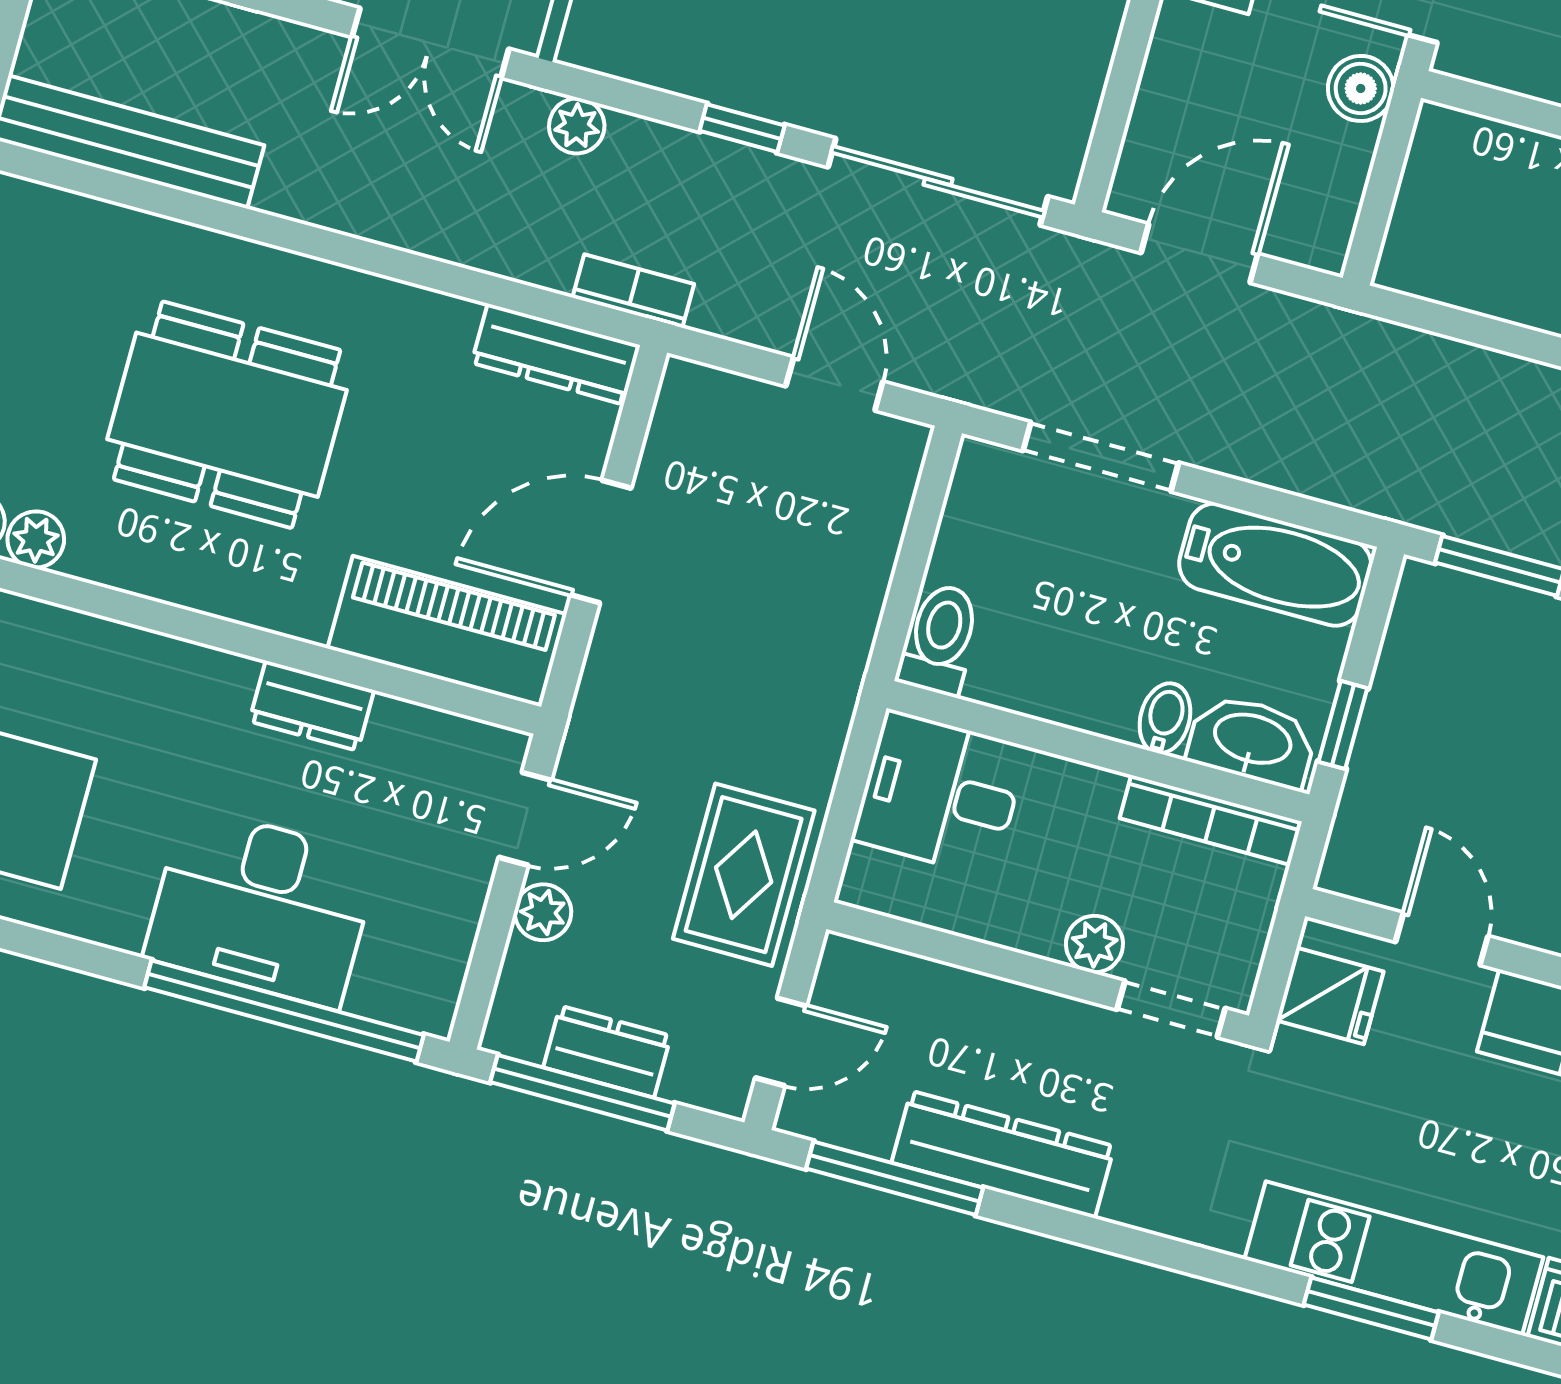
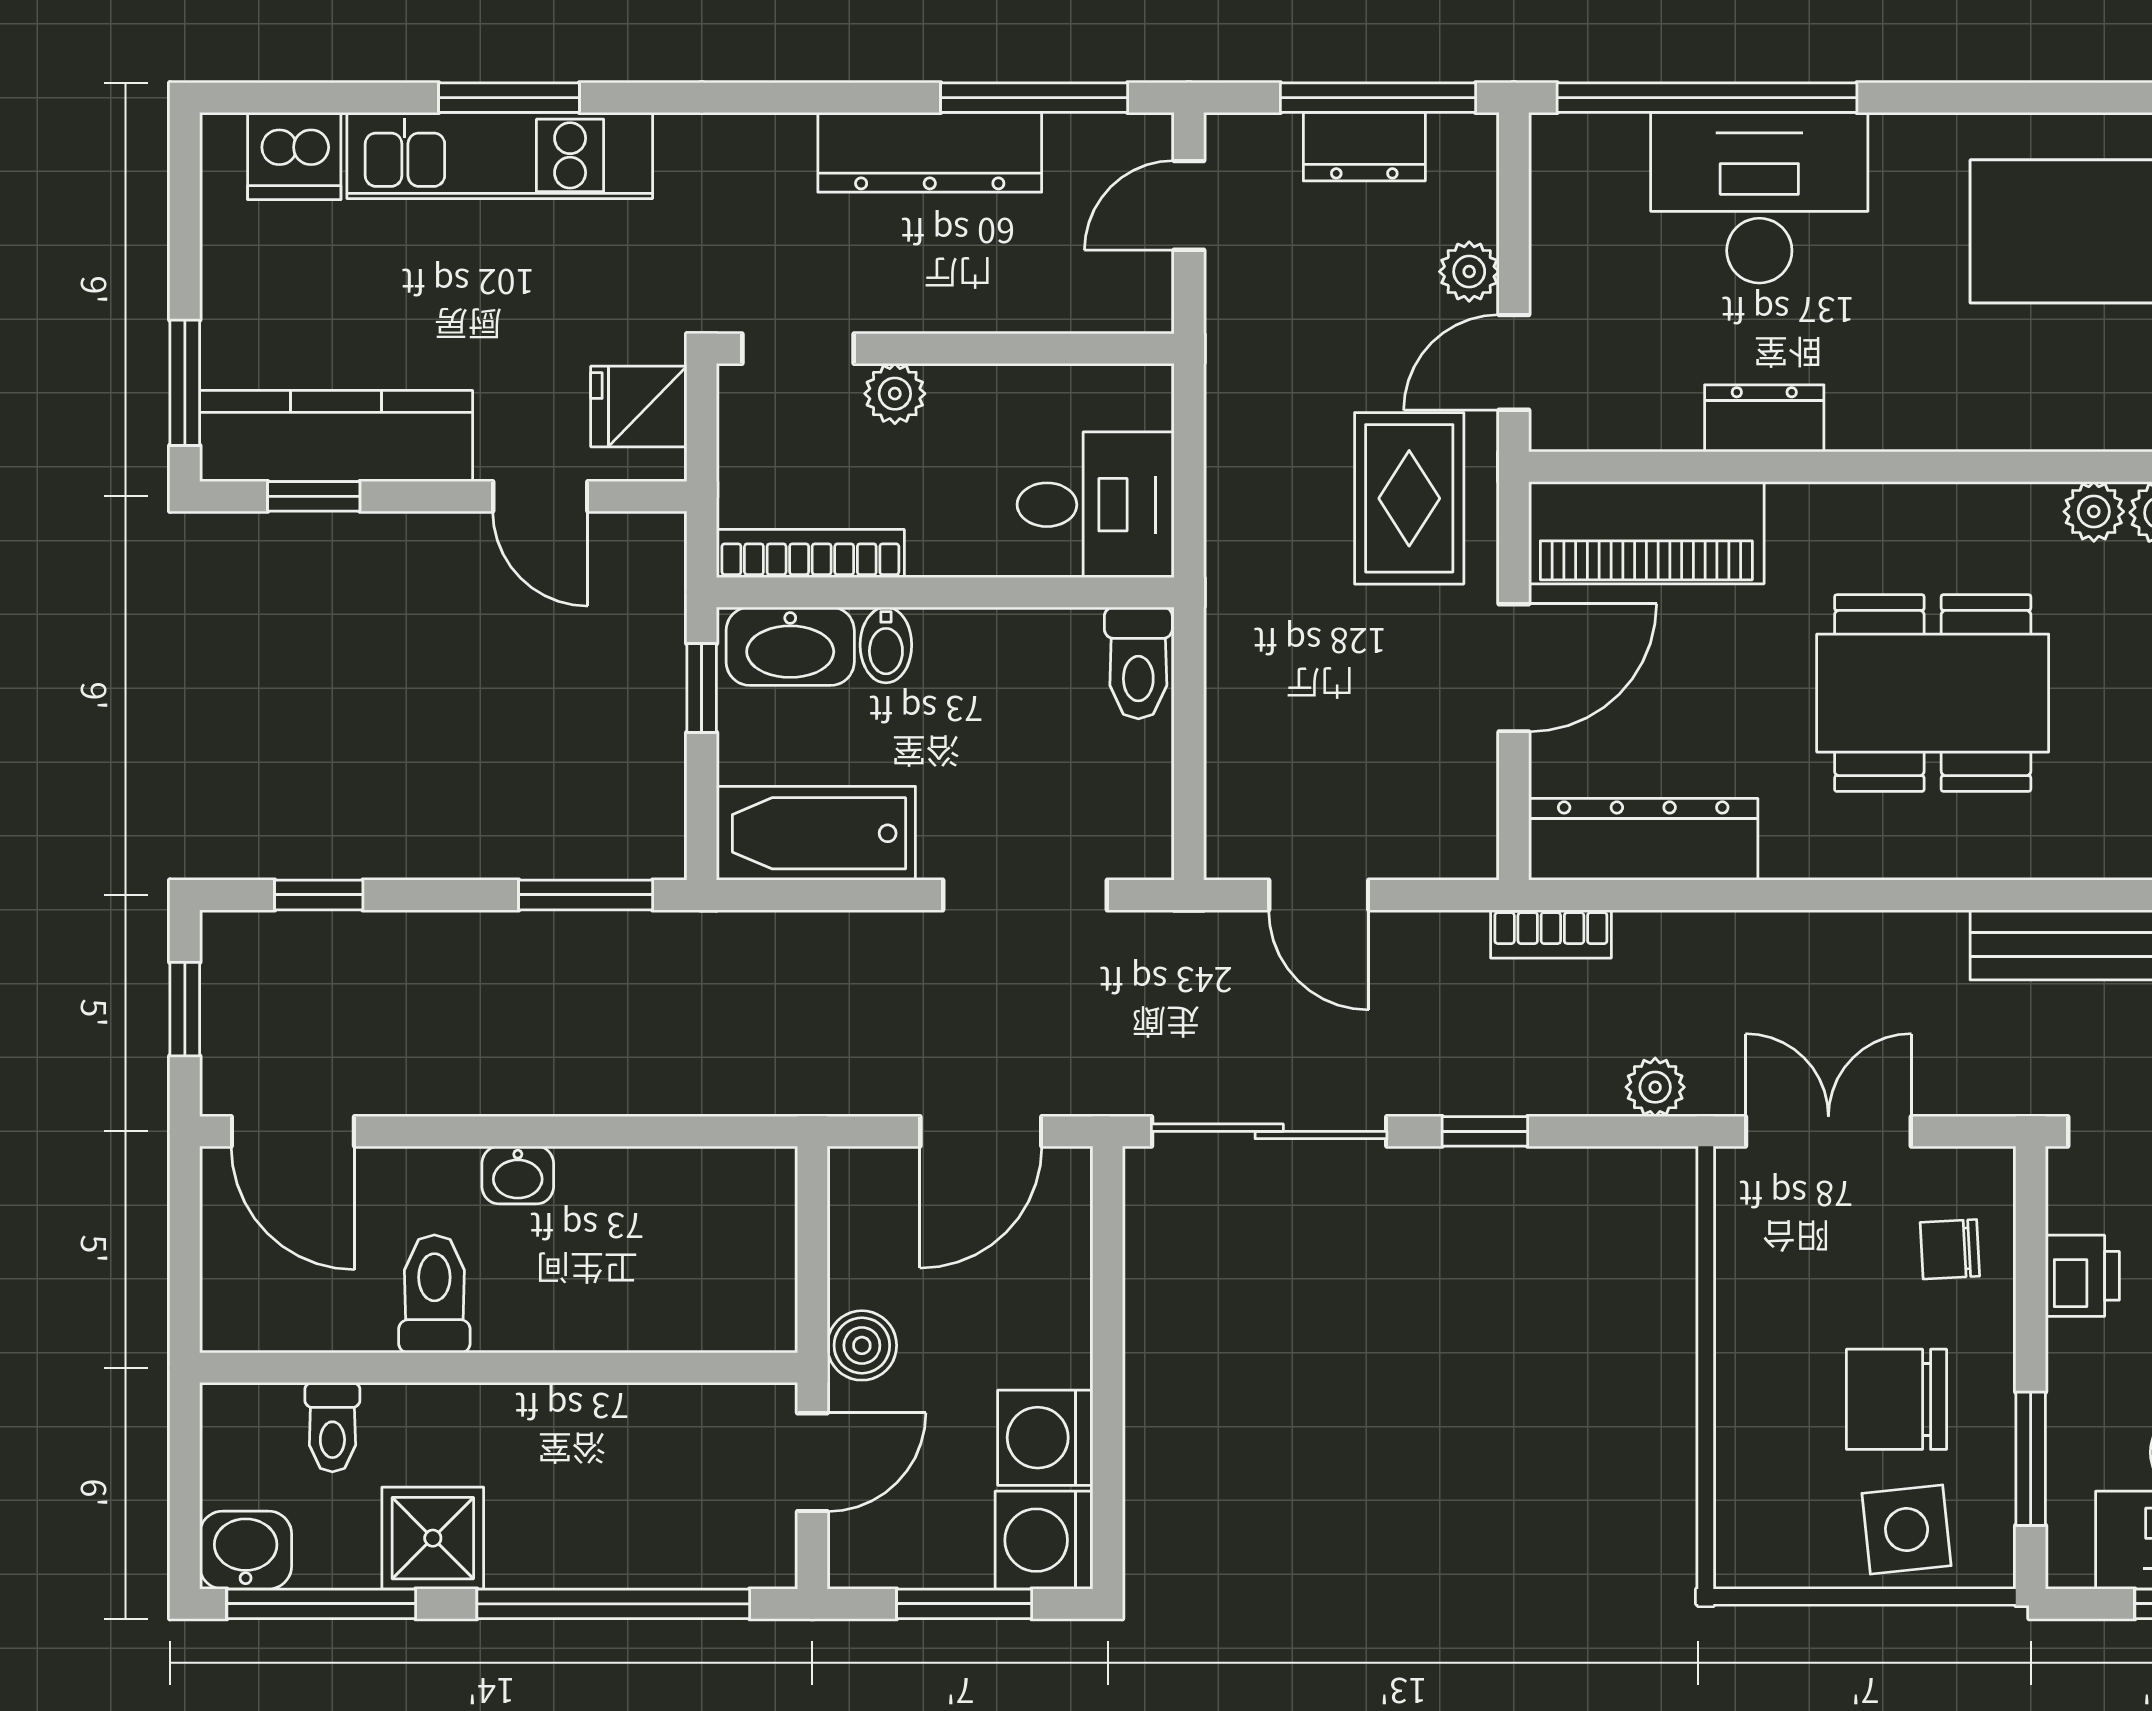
dresser: (556, 354) -> (1643, 839), width x1.37, depth x1.24
rug: (744, 875) -> (1409, 498), moved

